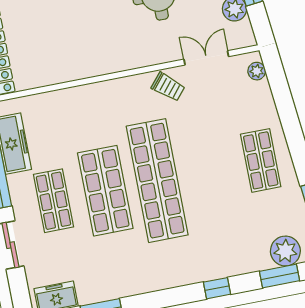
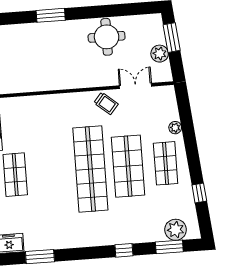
plant: (257, 71) -> (175, 128), moved
shop shelf: (105, 191) -> (128, 166), moved

